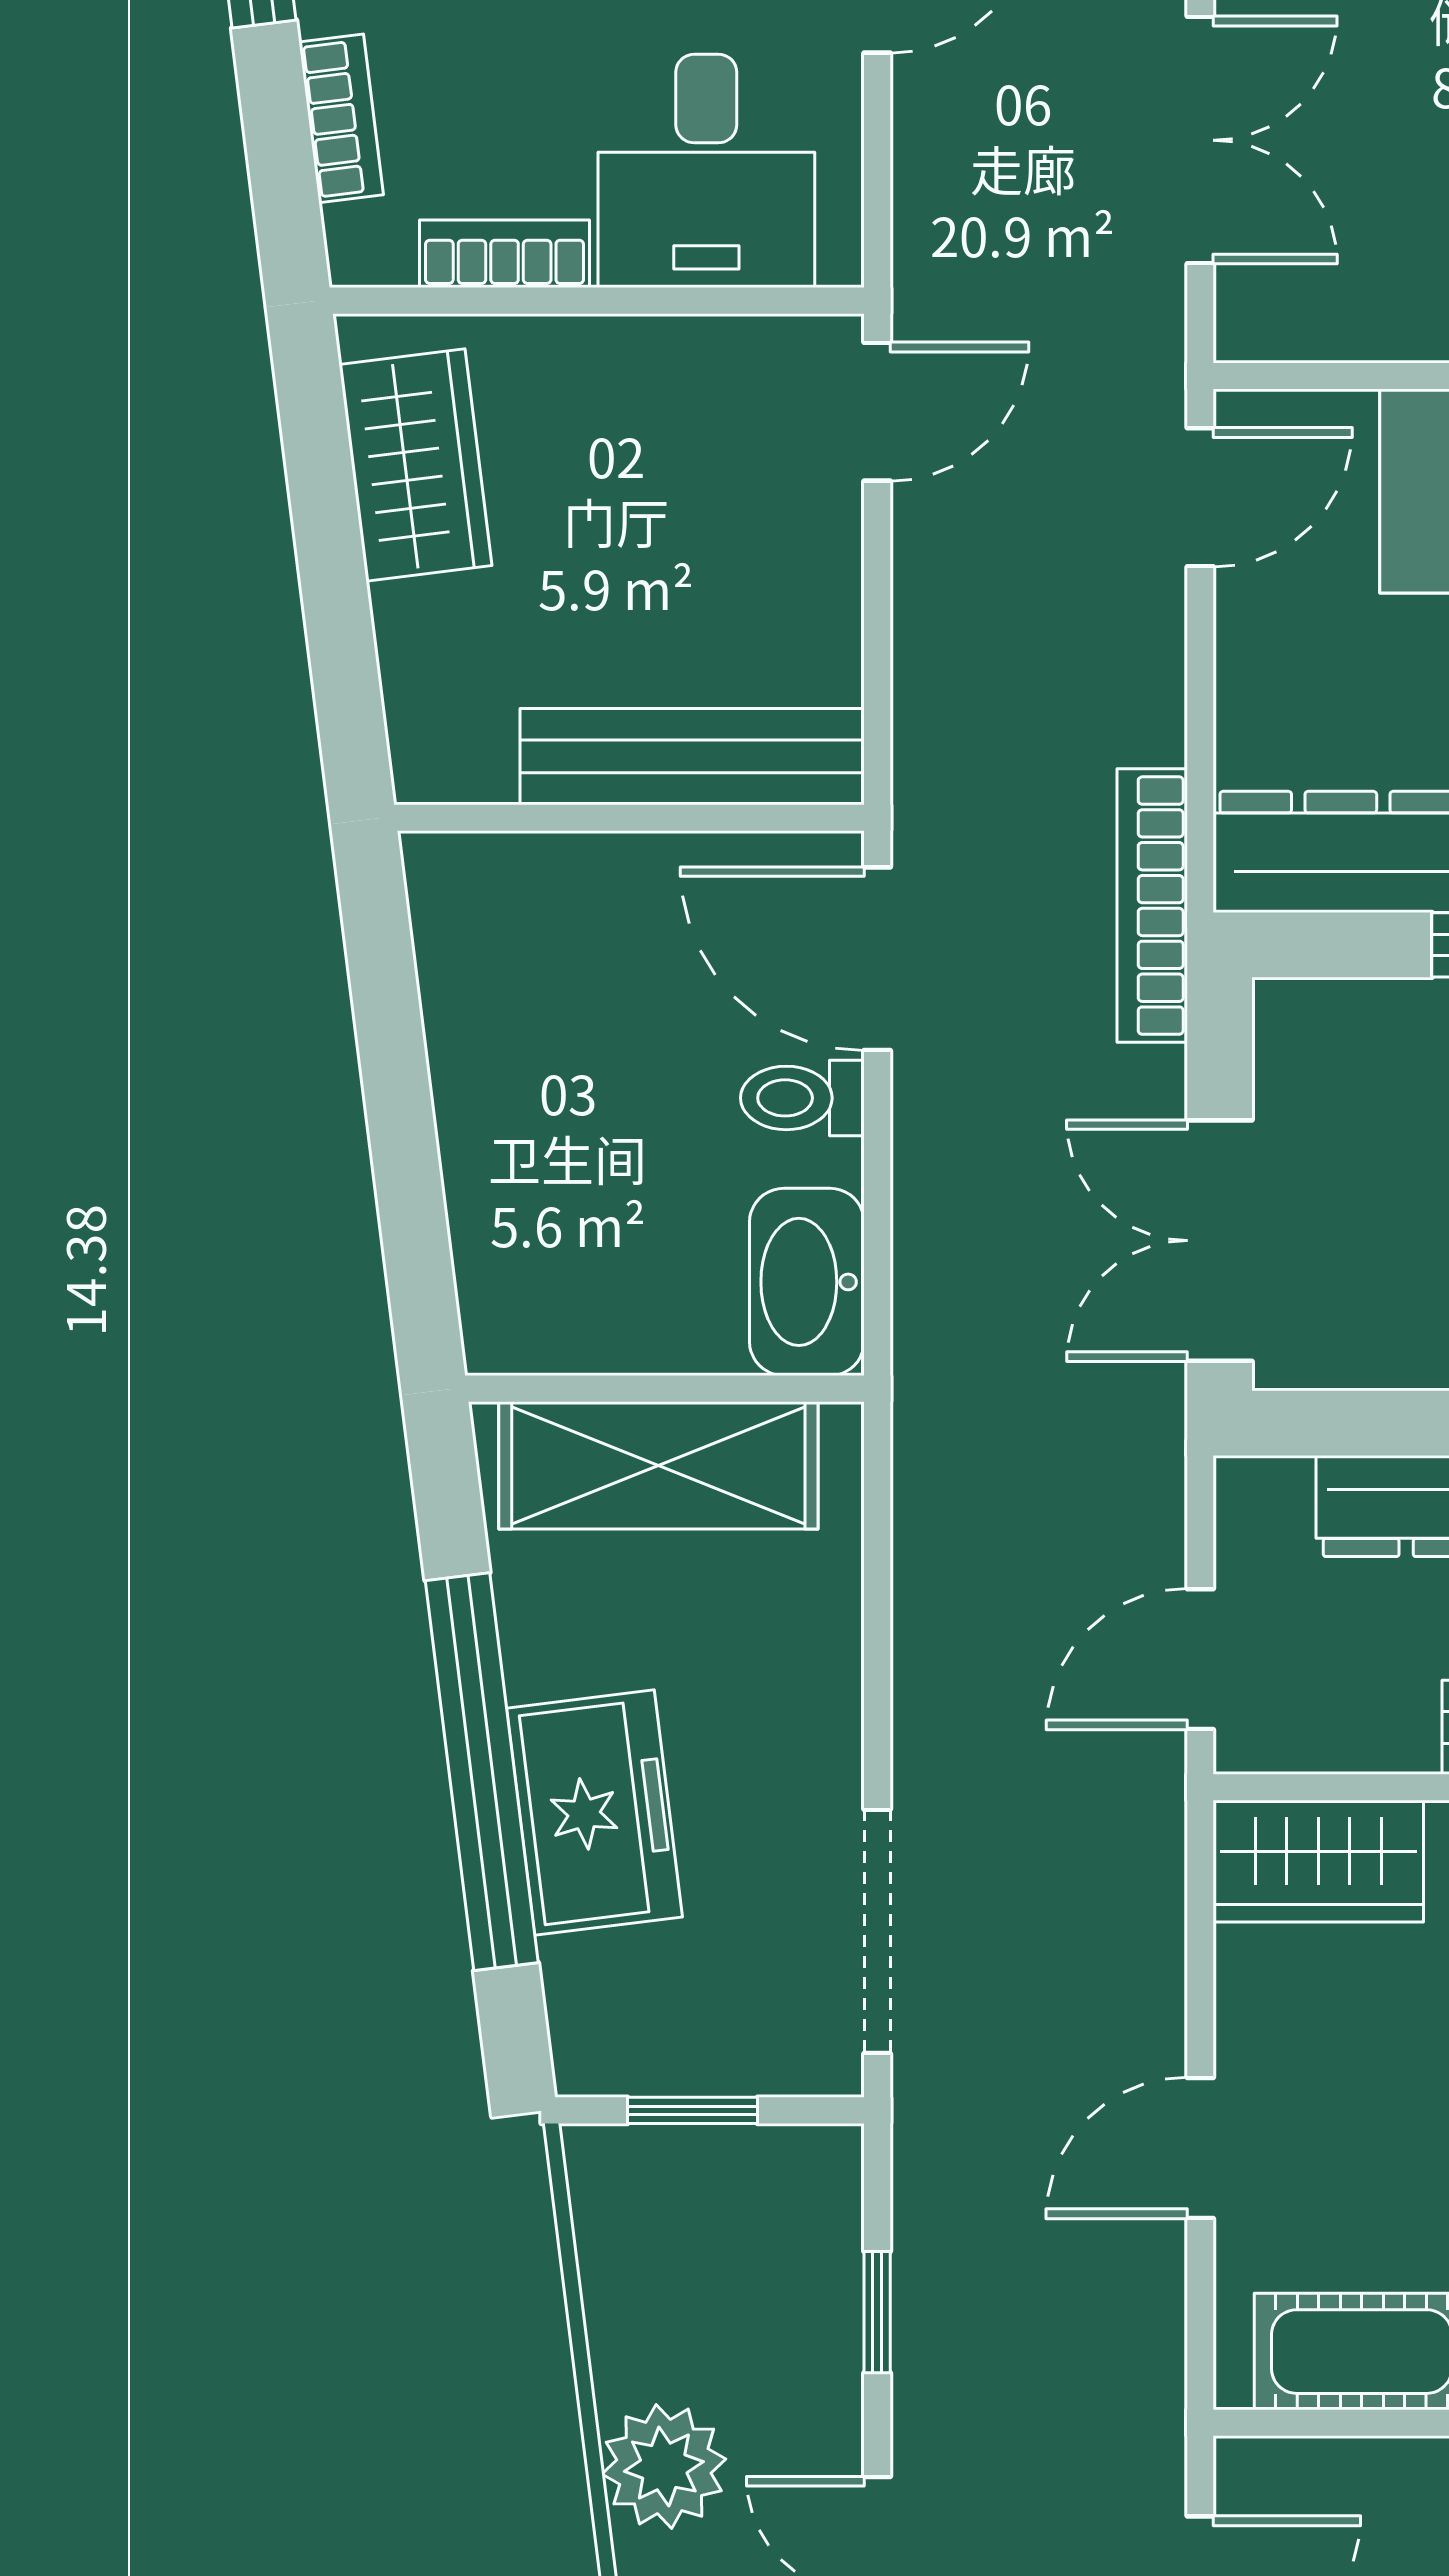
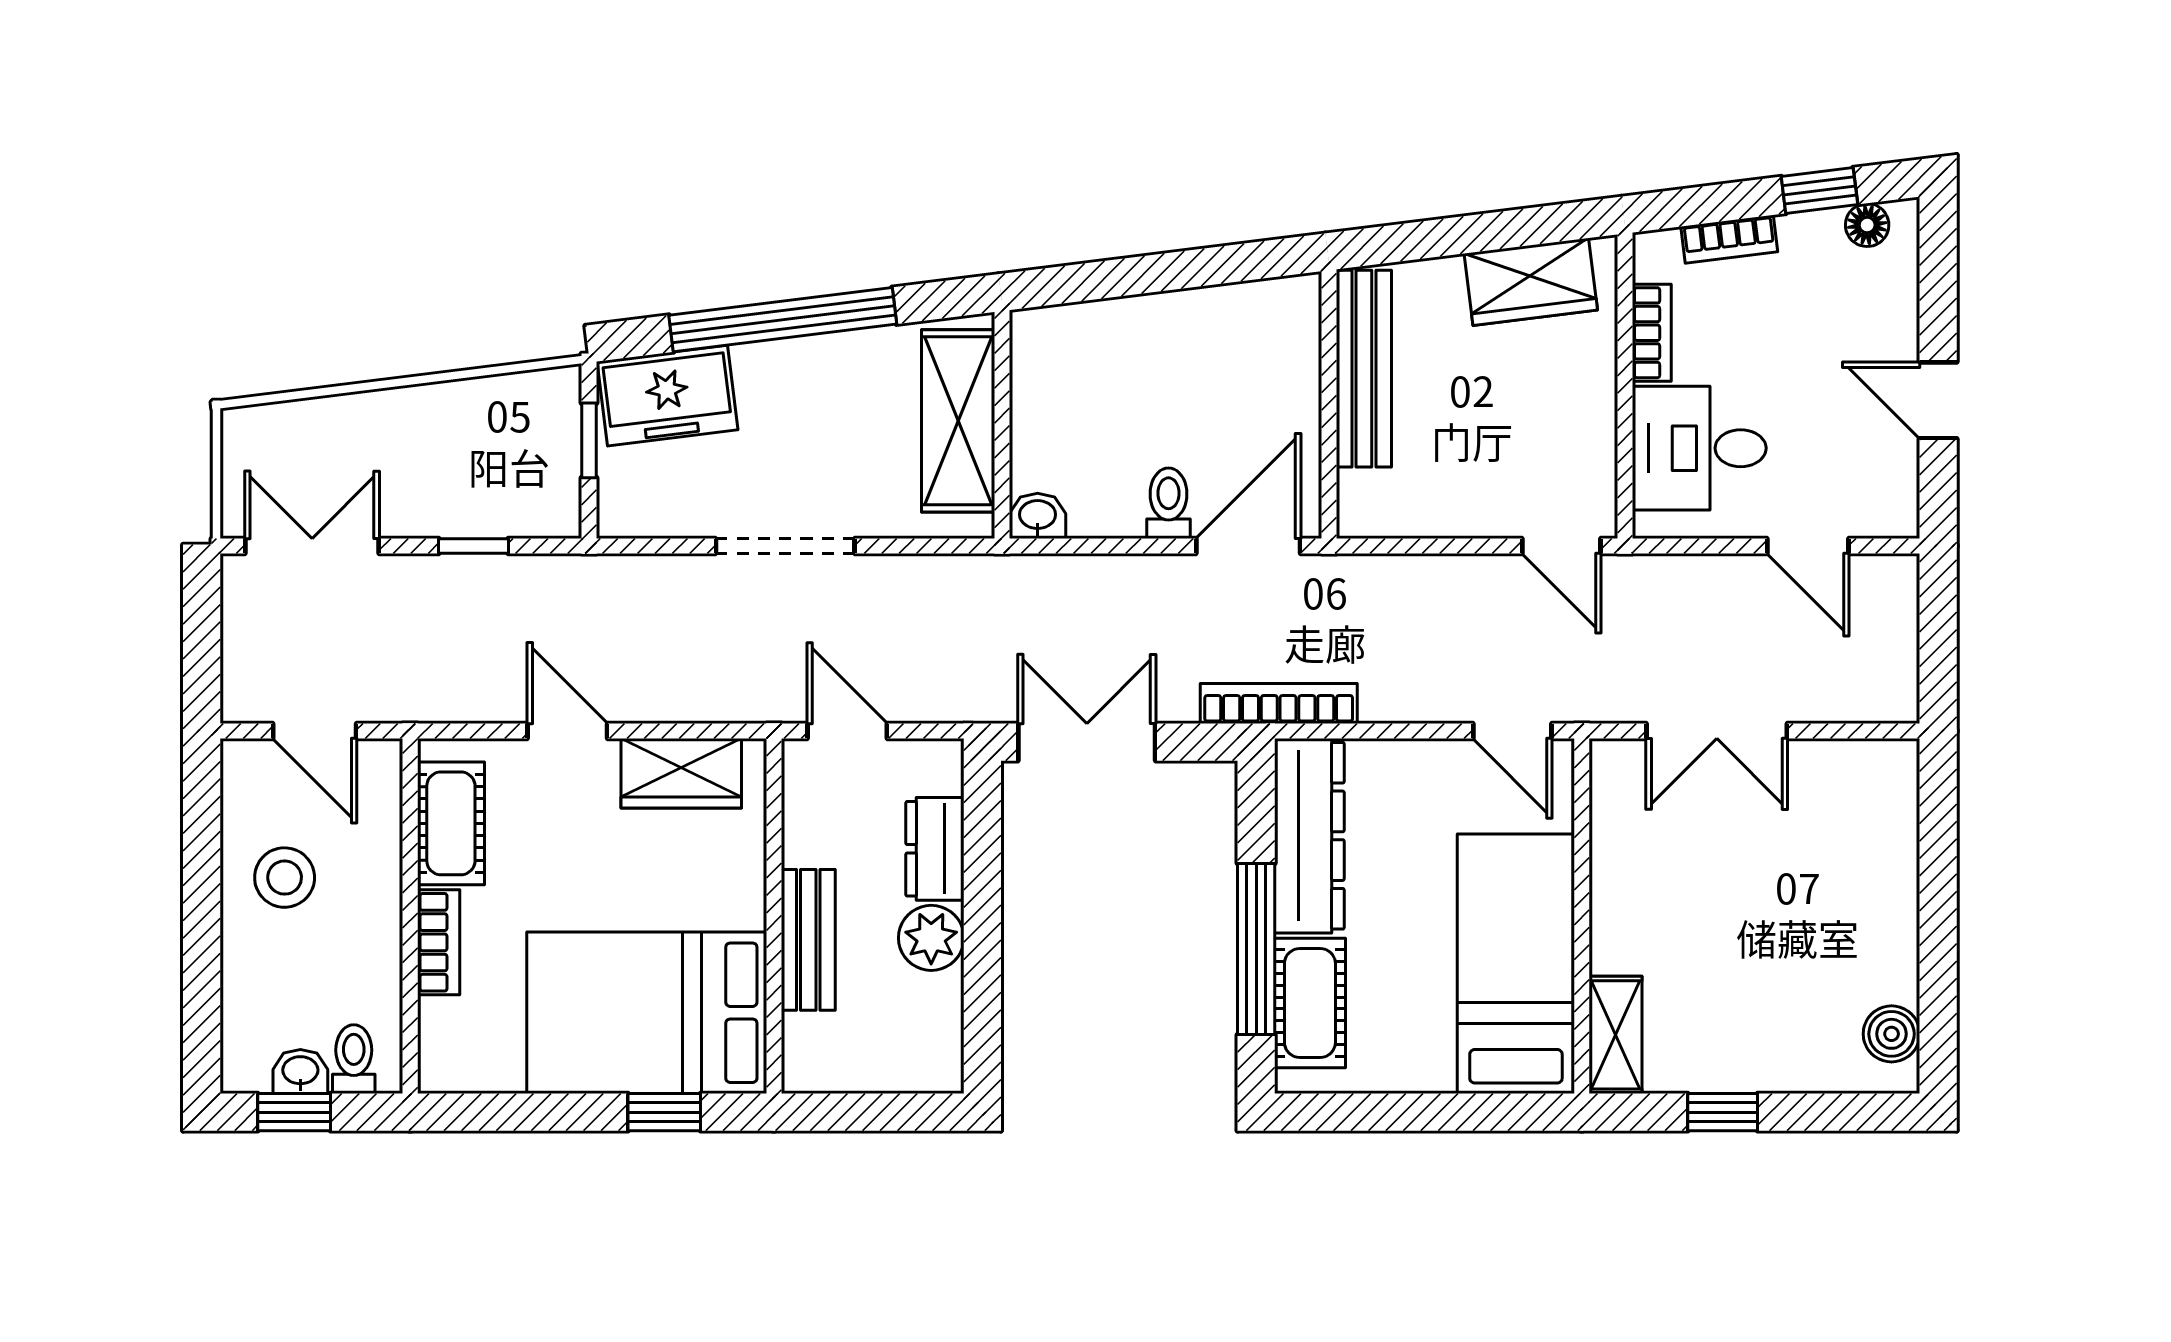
bench: (692, 757) -> (1364, 369), moved
washbasin: (807, 1282) -> (1038, 516), width x0.52, depth x0.69
freezer: (594, 1813) -> (668, 396), moved
wardrobe: (1318, 1861) -> (681, 773), moved, turned -90
doorway: (877, 1931) -> (785, 546), moved
plant: (664, 2467) -> (385, 424), removed

